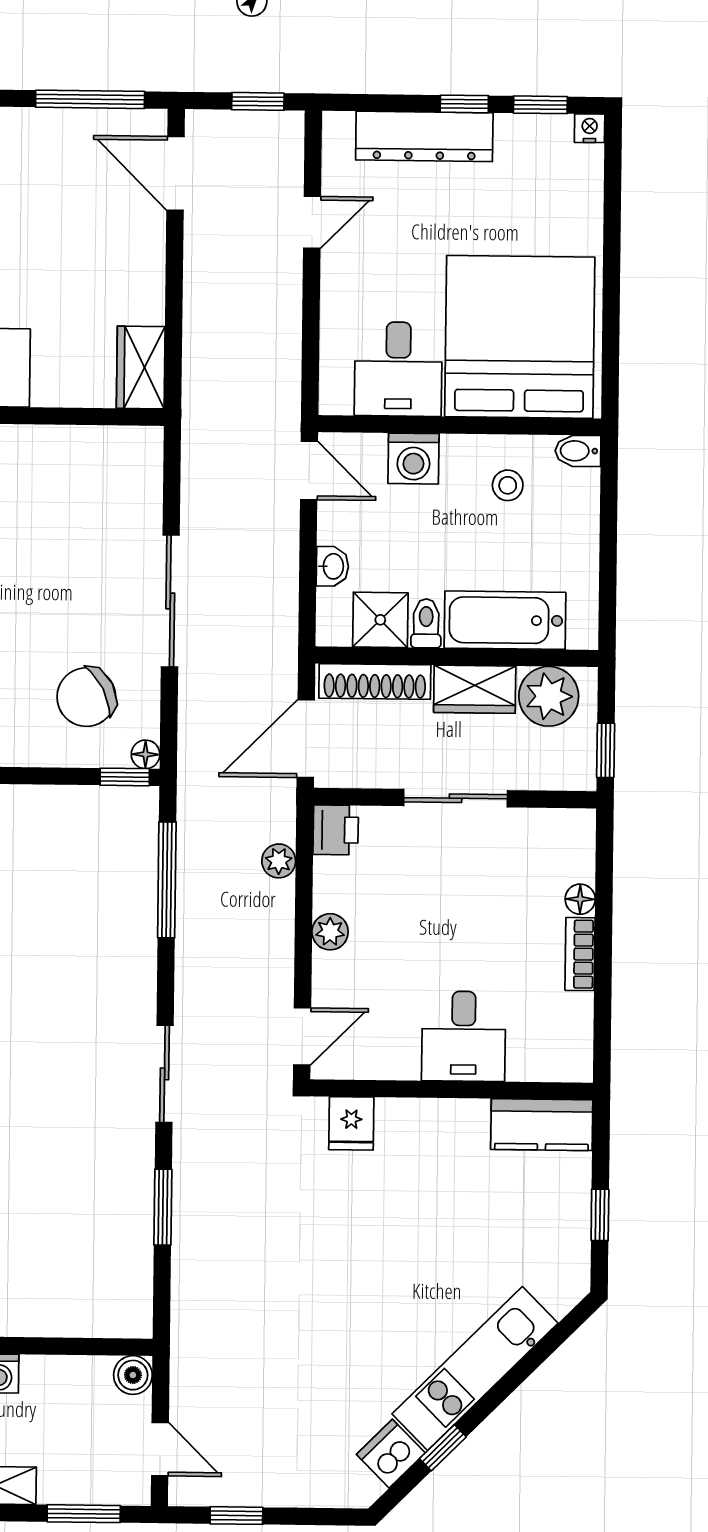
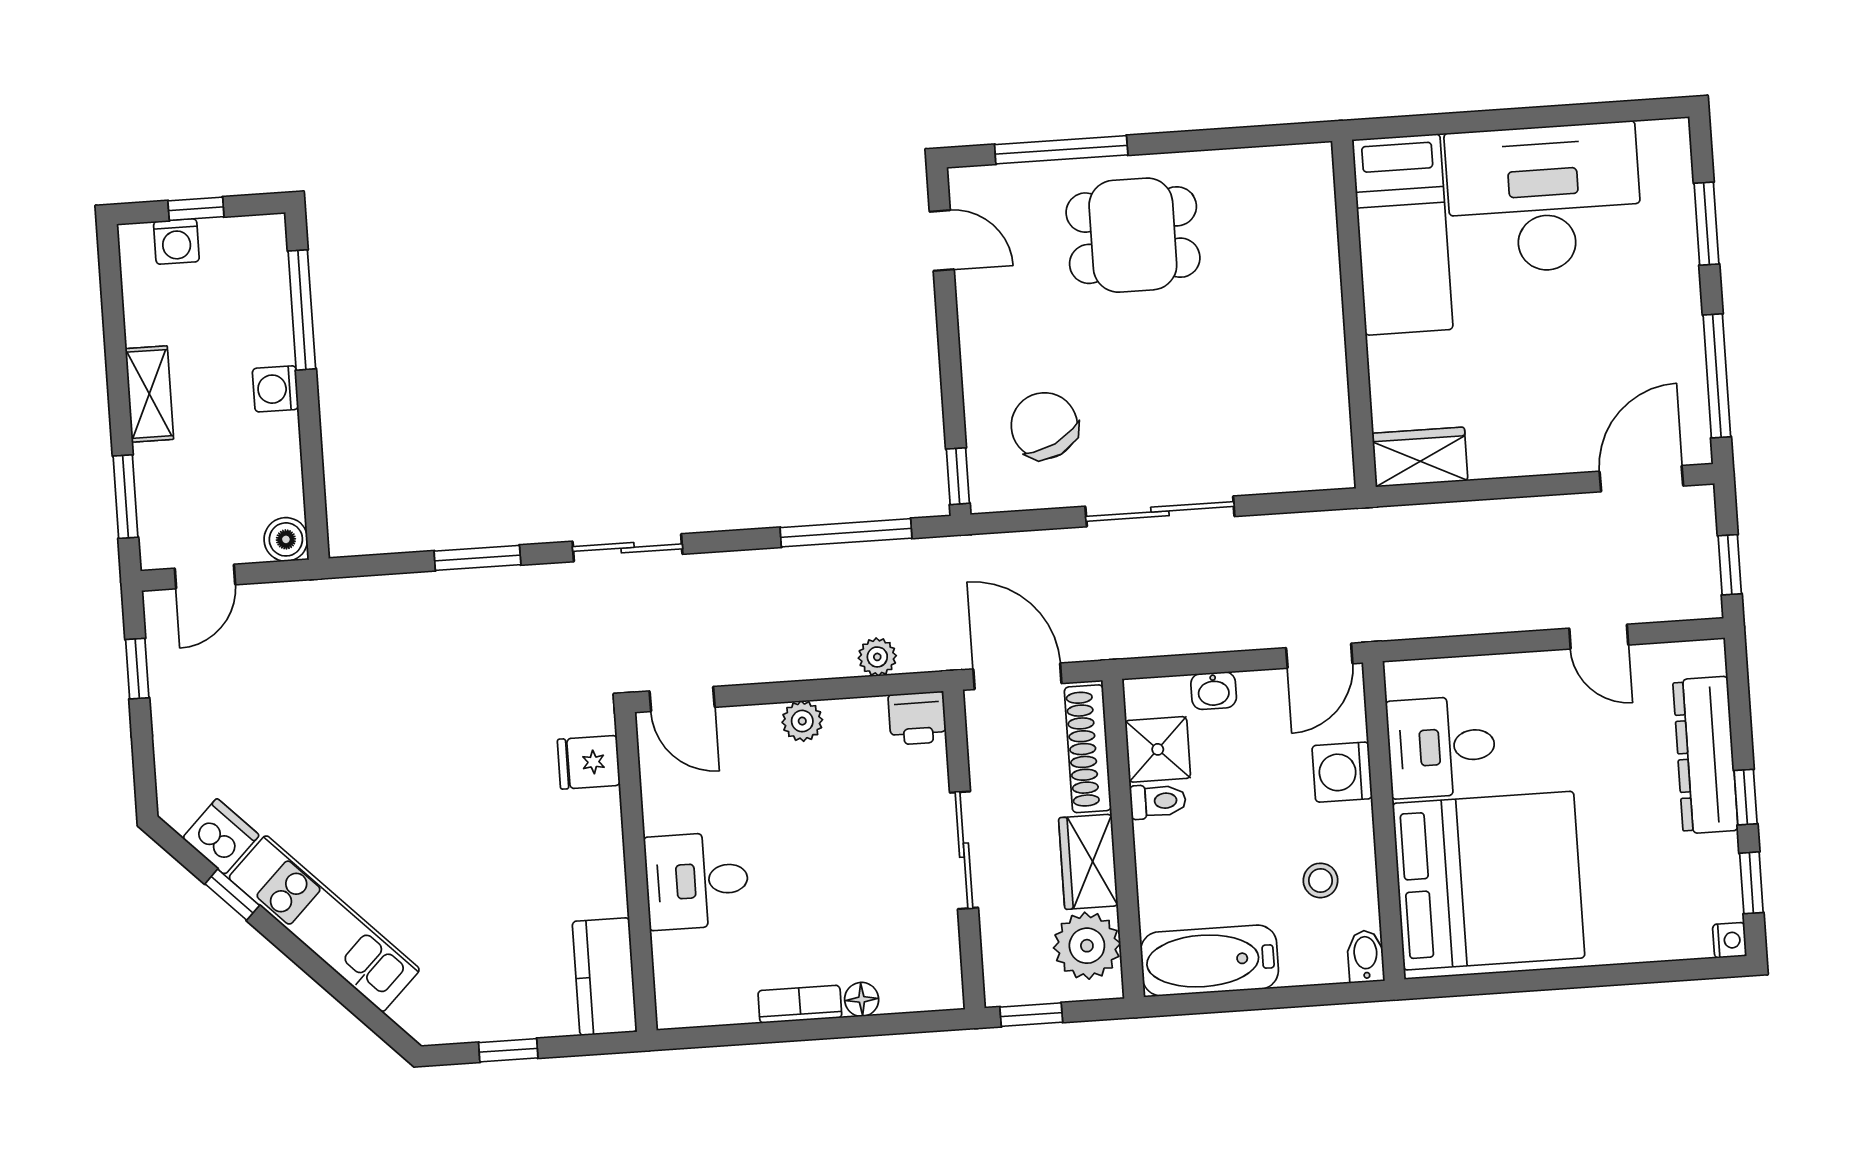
bathtub: (505, 620) -> (1210, 961), moved, turned -90
floor lamp: (146, 754) -> (985, 497), removed

